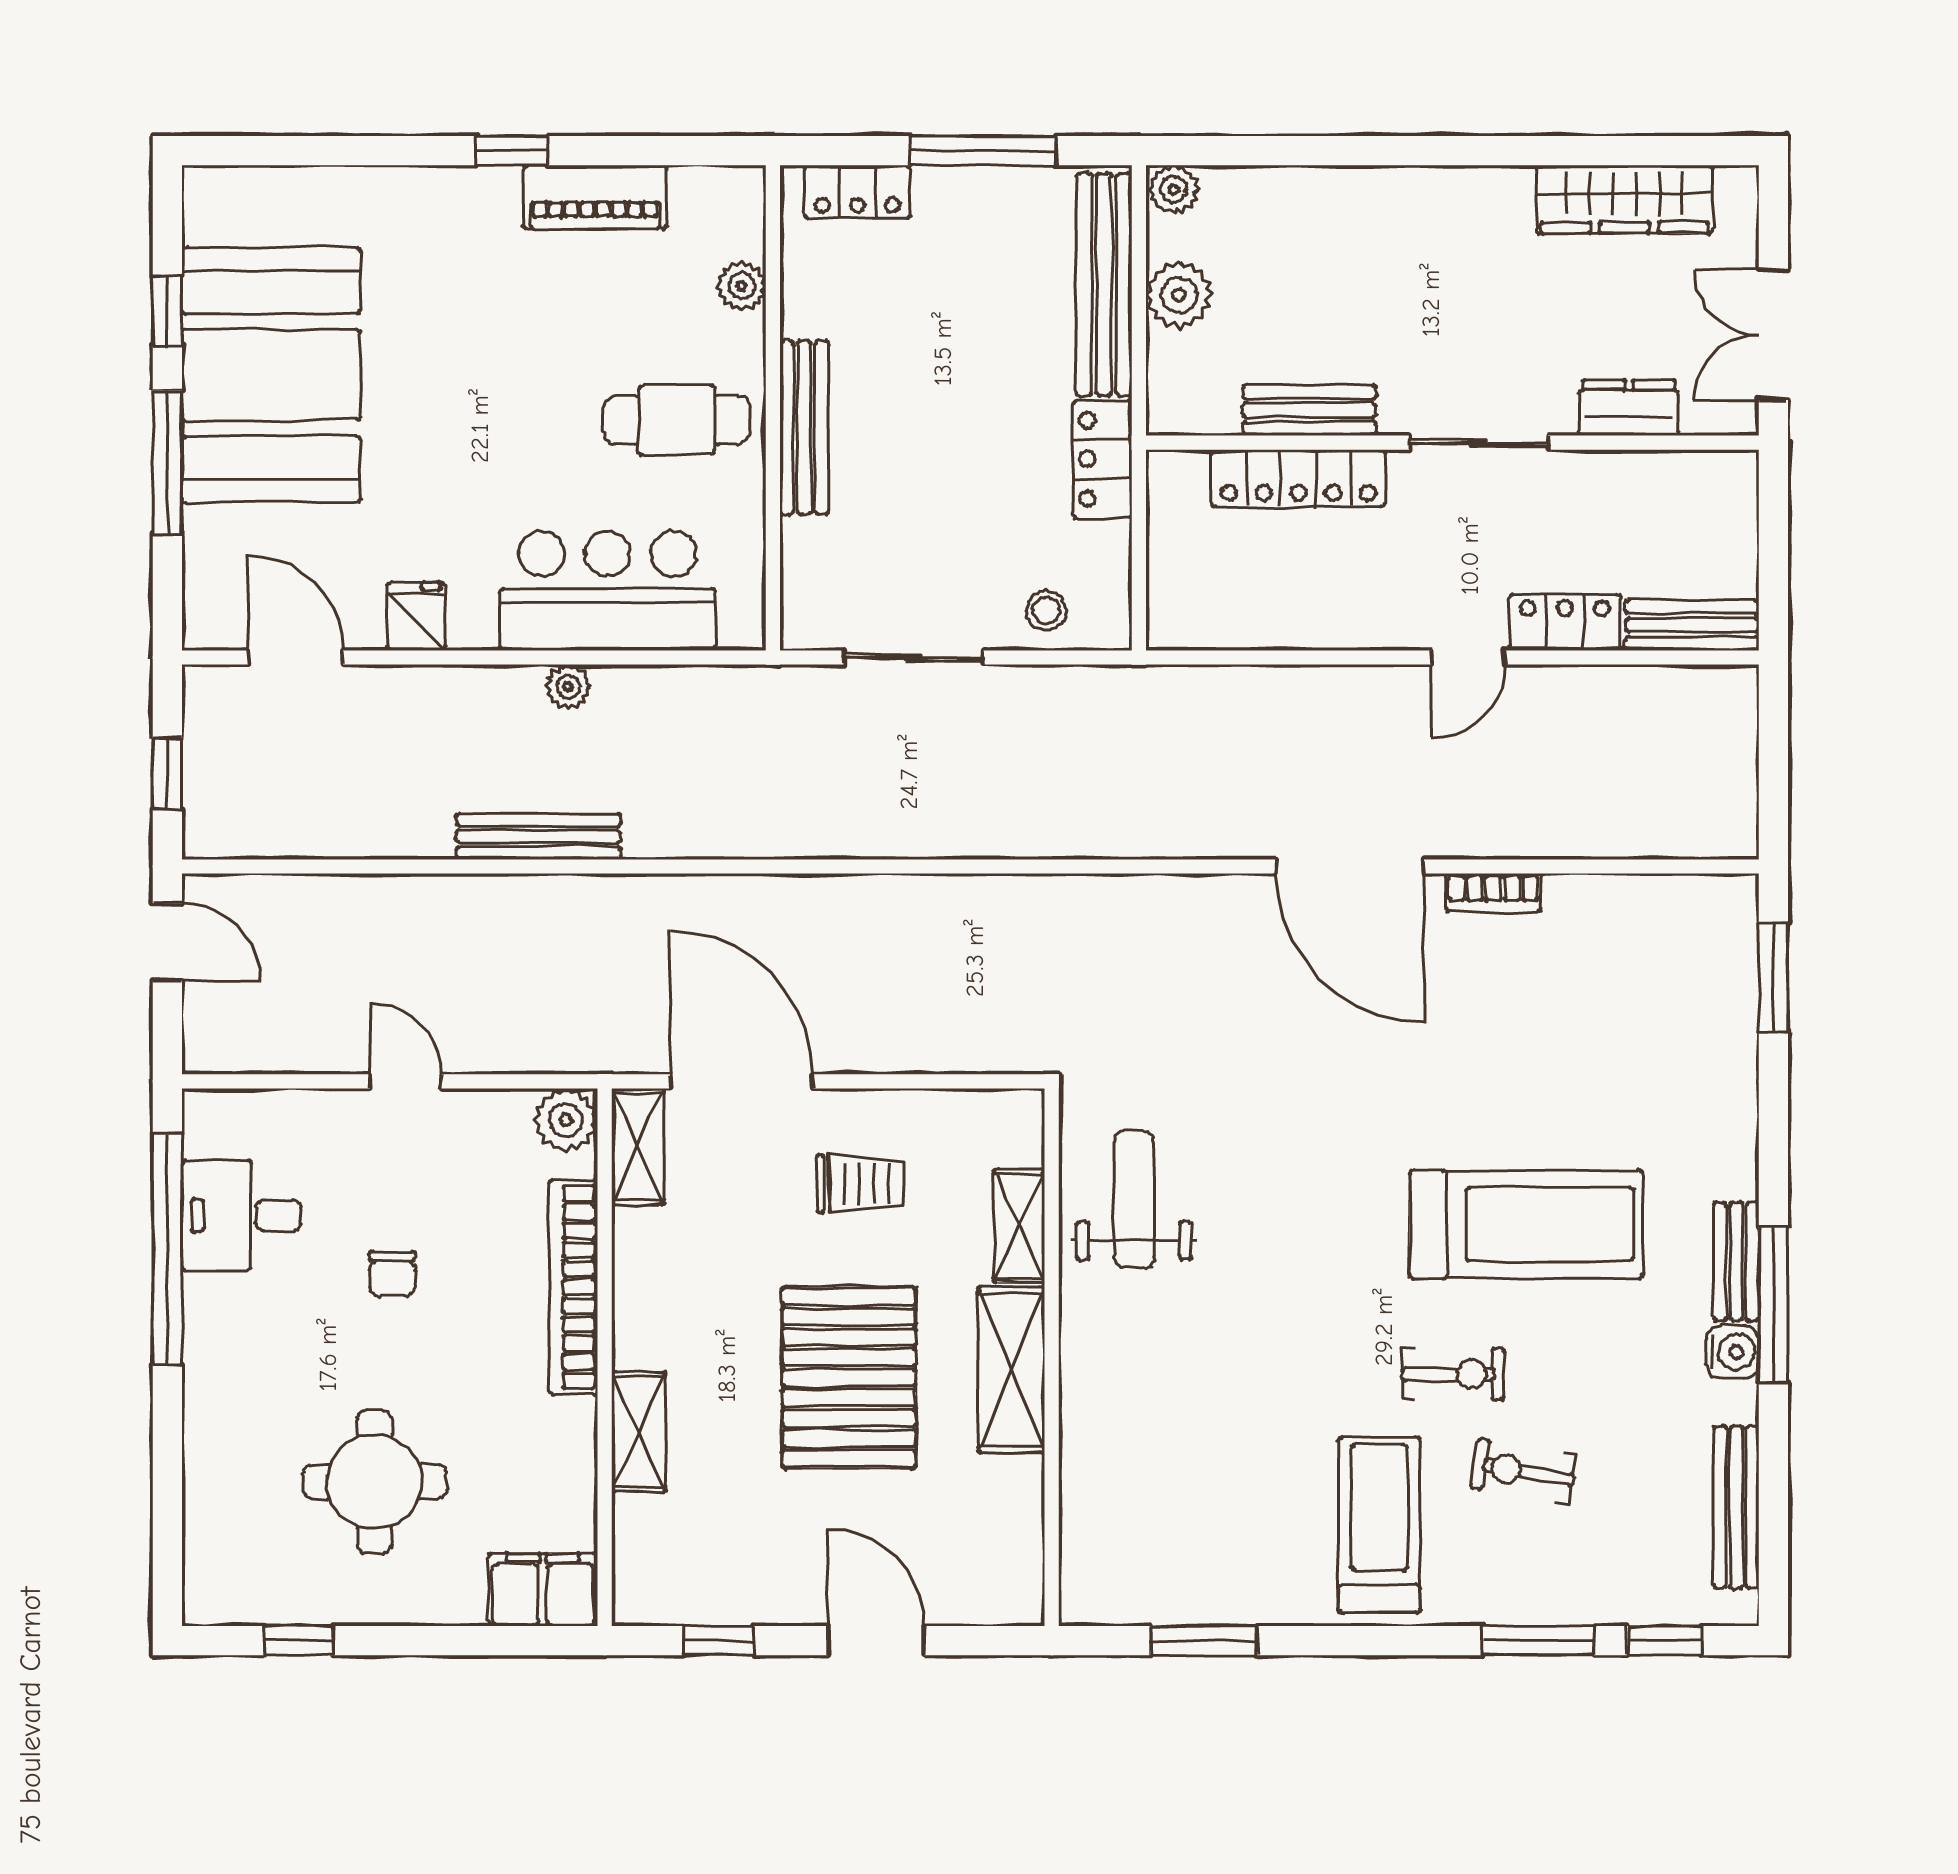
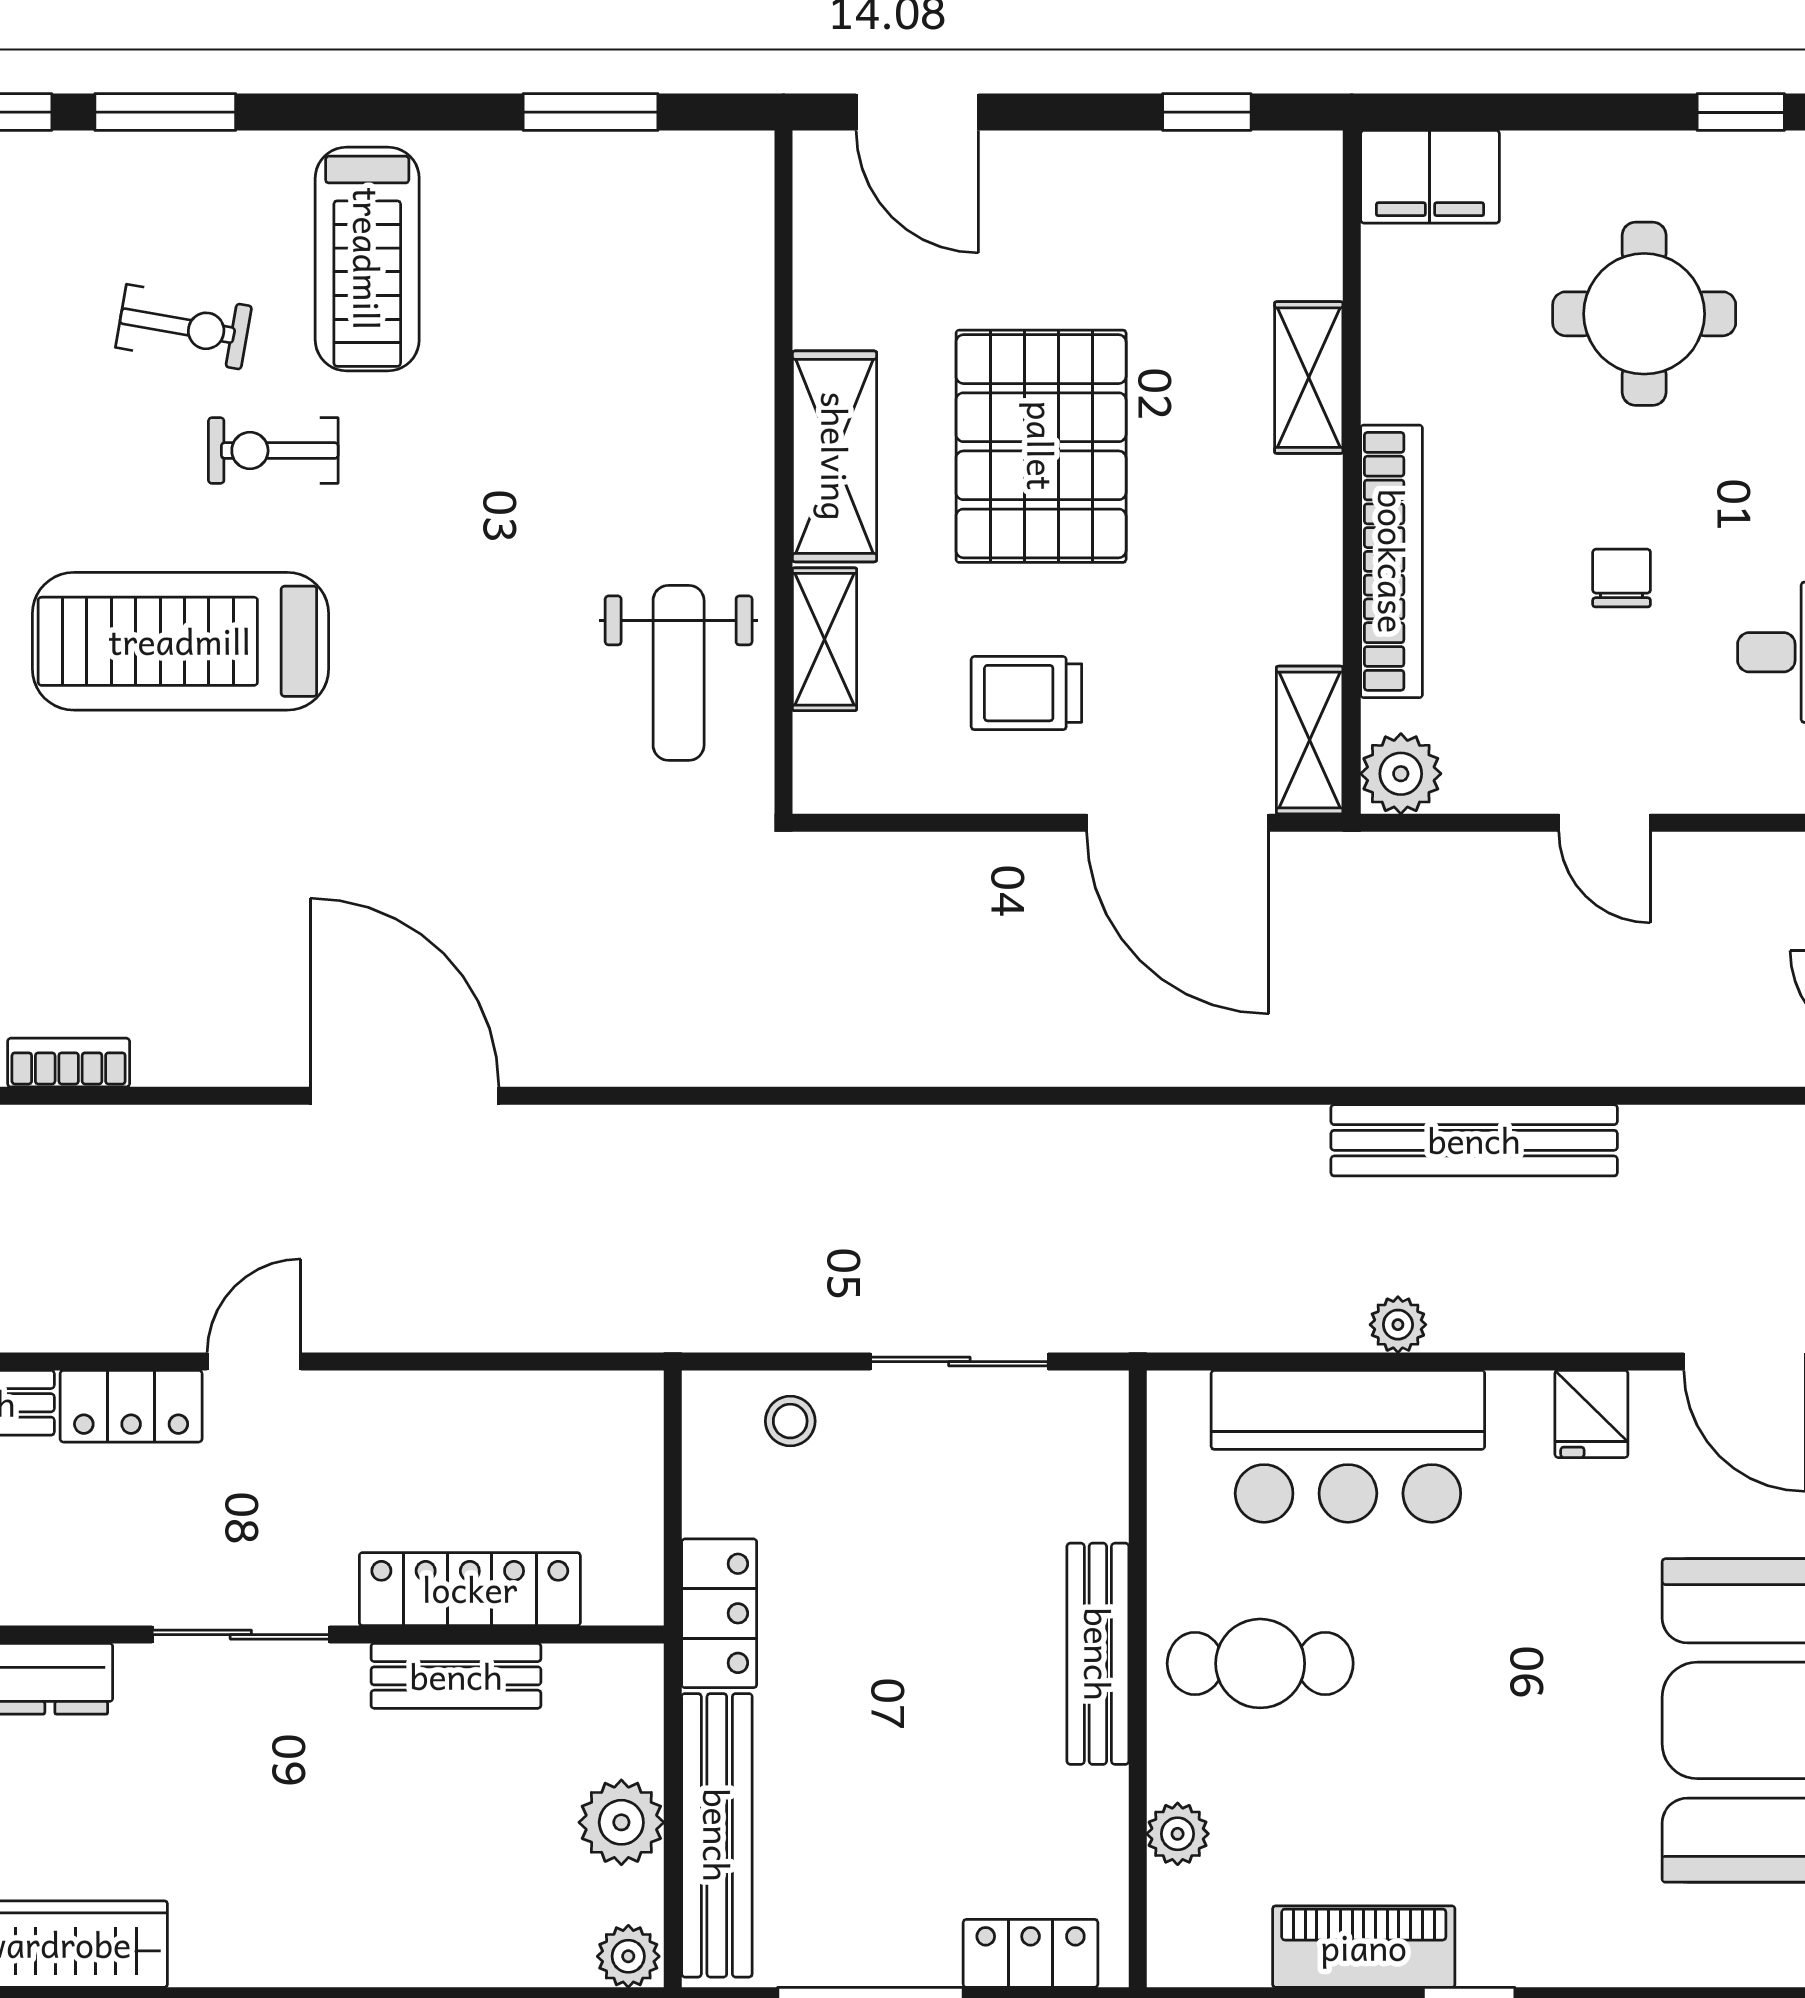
bench: (538, 836) -> (1474, 1140), width x1.37, depth x1.21
bookcase: (1493, 893) -> (69, 1063), moved
door: (876, 1641) -> (917, 112), moved

